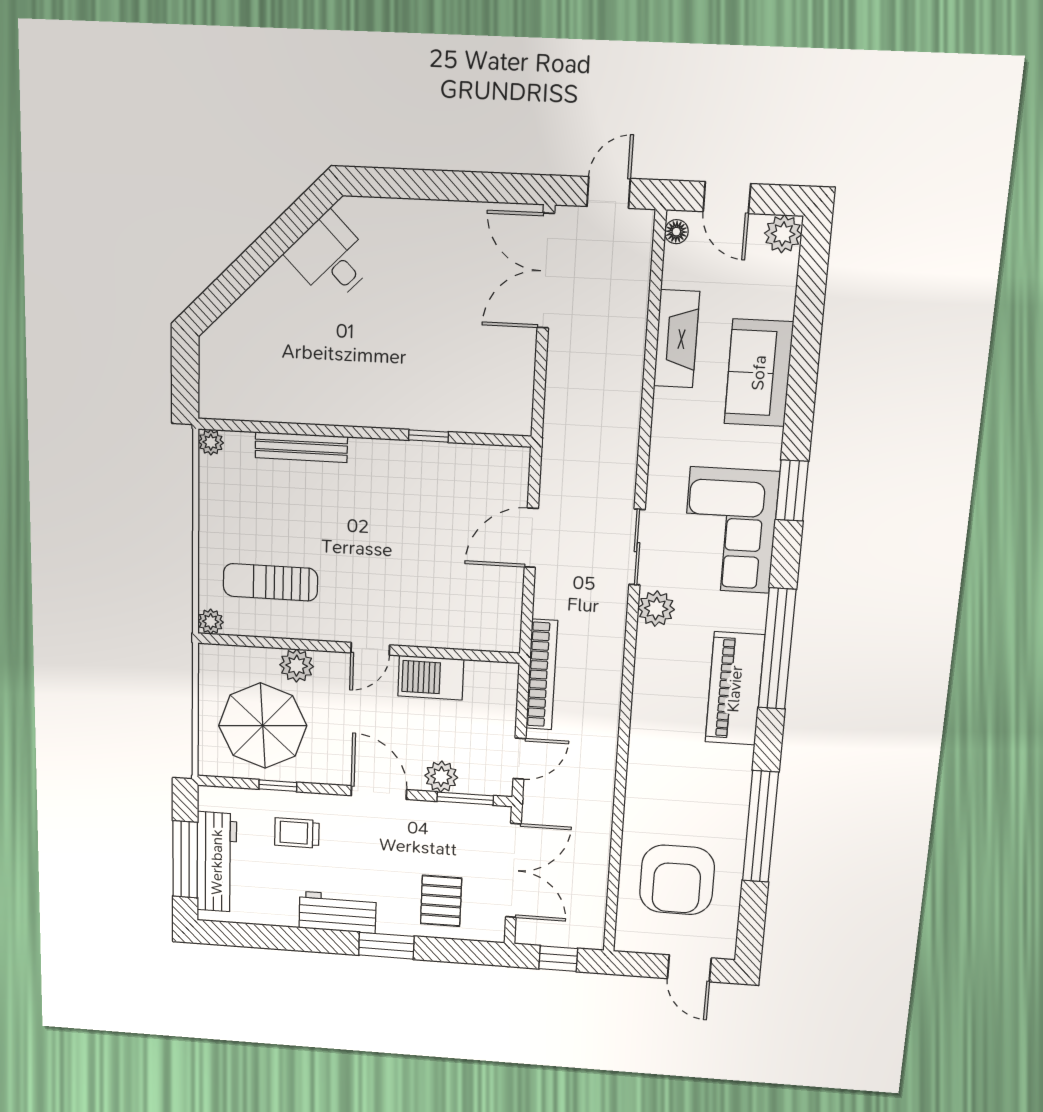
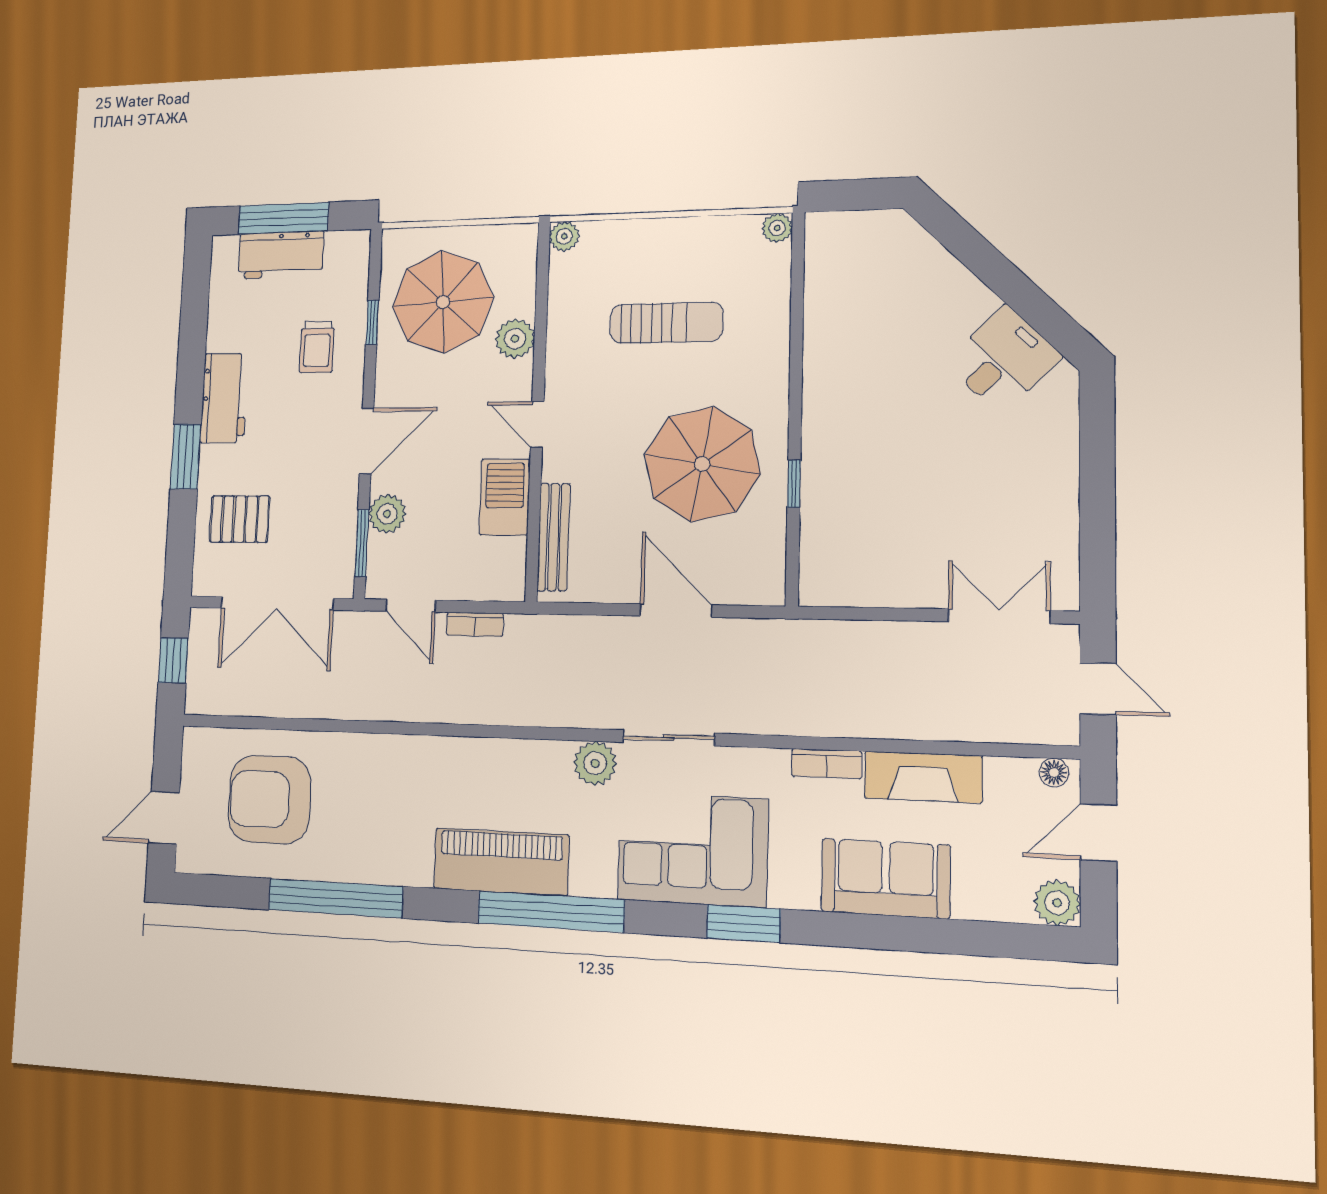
double door: (546, 271) -> (999, 616), width x0.73
bookcase: (663, 418) -> (826, 764), added
bench: (301, 447) -> (553, 537), moved
parasol: (409, 512) -> (702, 464), added
sun lounger: (270, 582) -> (666, 323), moved, turned 90
bookcase: (542, 675) -> (475, 624), width x0.43, depth x0.76
trolley: (297, 833) -> (317, 347), turned 180
workbench: (217, 862) -> (281, 255), width x0.73

